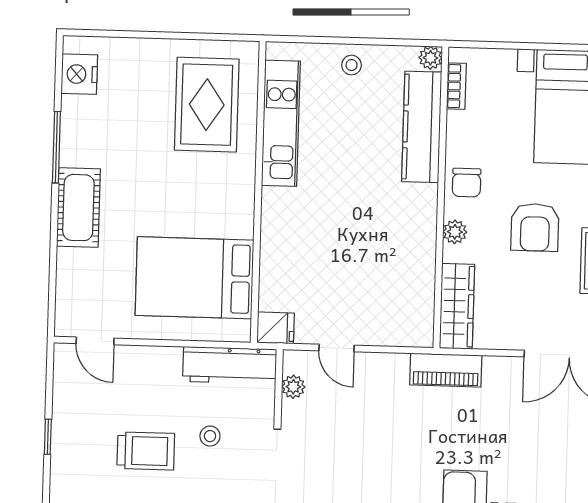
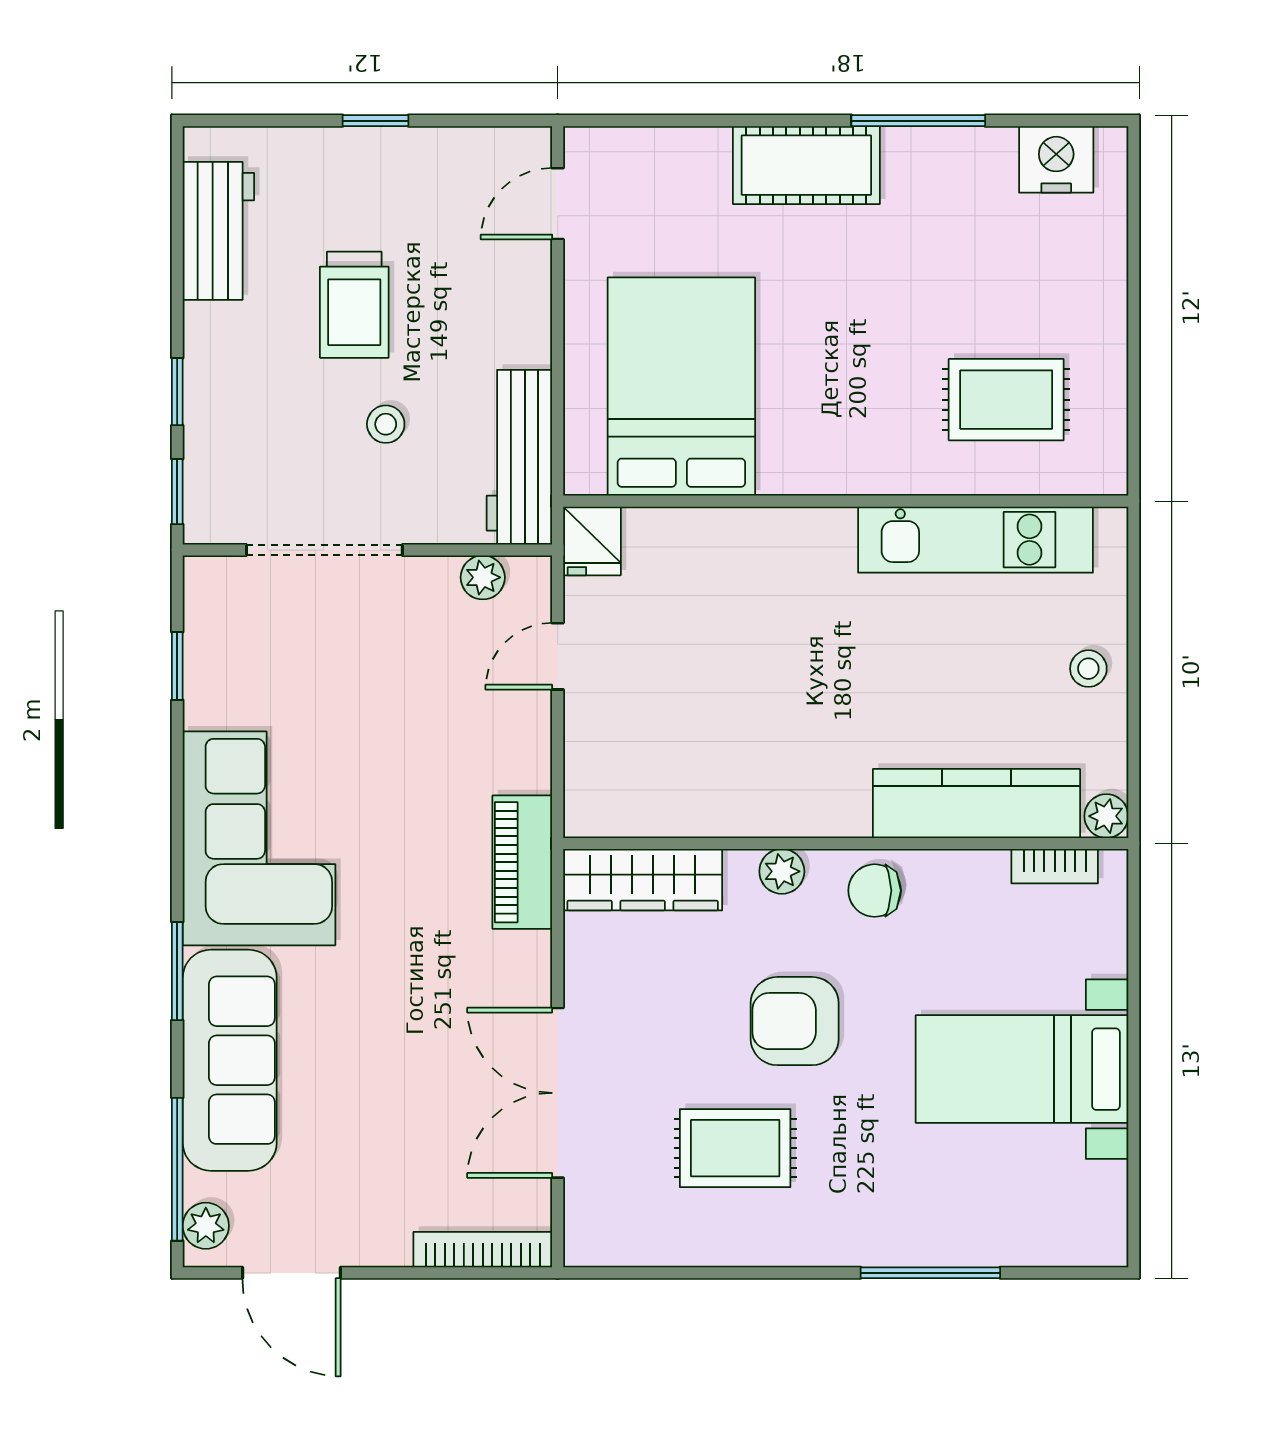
rug: (207, 105) -> (1006, 400), width x0.73, depth x0.70

